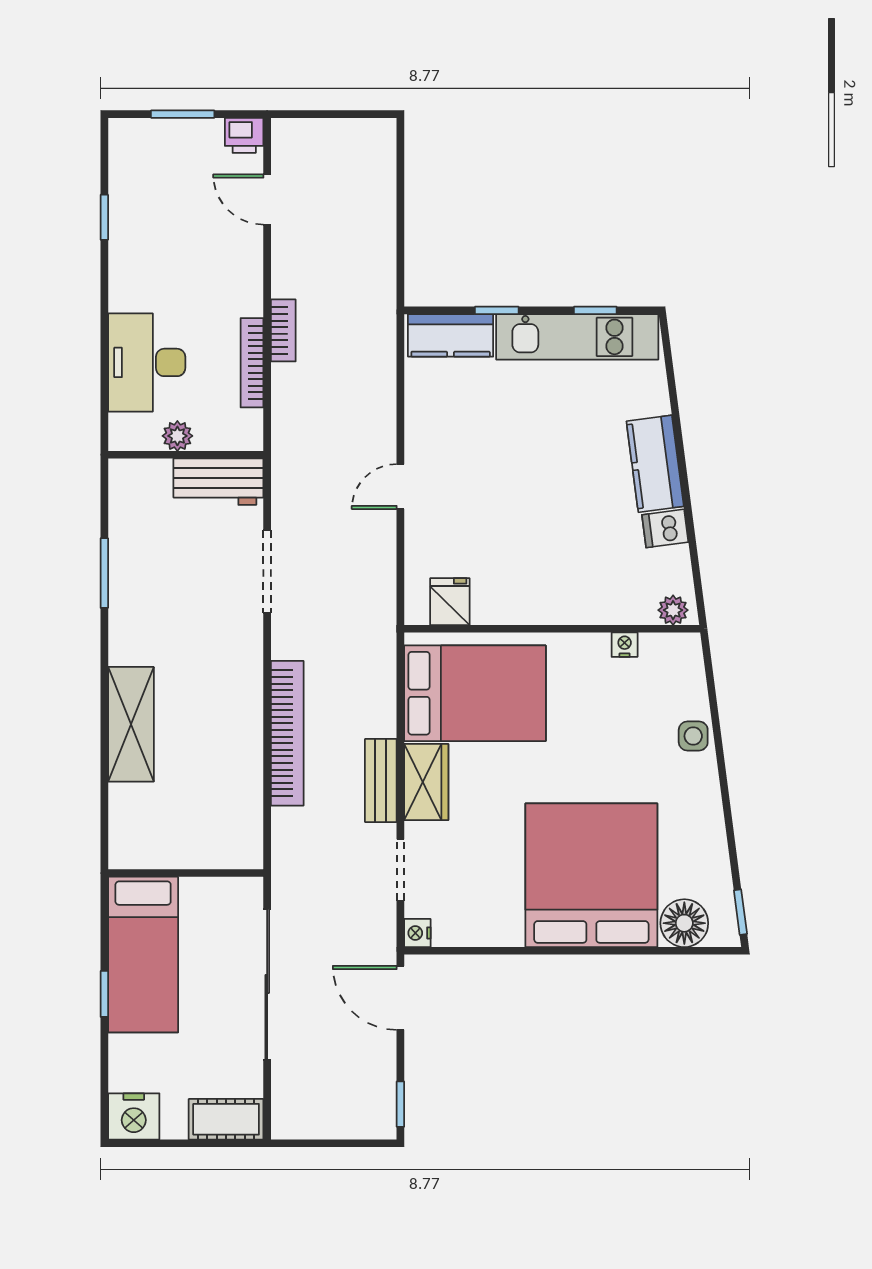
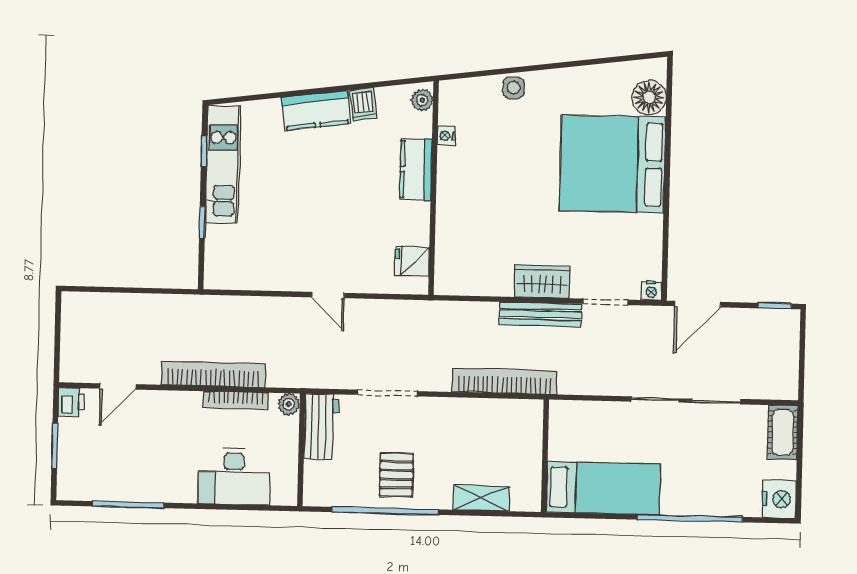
window: (104, 217) -> (128, 505), width x2.17
bookcase: (283, 330) -> (213, 374), width x2.31, depth x1.31
kitchen counter: (451, 335) -> (416, 169), moved, turned 180
plant: (177, 436) -> (289, 404), moved
window: (104, 573) -> (385, 511), width x2.11
pallet: (154, 587) -> (396, 475), added
bed: (475, 693) -> (479, 245), removed
shelving: (131, 724) -> (481, 498), width x0.67, depth x0.75
bench: (381, 781) -> (540, 314), width x1.36
wall: (186, 873) -> (545, 456), moved
window: (740, 912) -> (642, 57), removed
bed: (143, 955) -> (603, 488), moved
window: (104, 994) -> (690, 518), width x3.17

